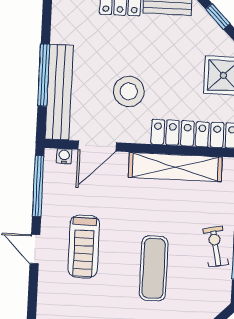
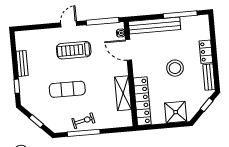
window: (44, 75) -> (180, 14), moved
stool: (129, 91) -> (175, 68), moved
shelving: (175, 167) -> (123, 93), width x0.68

